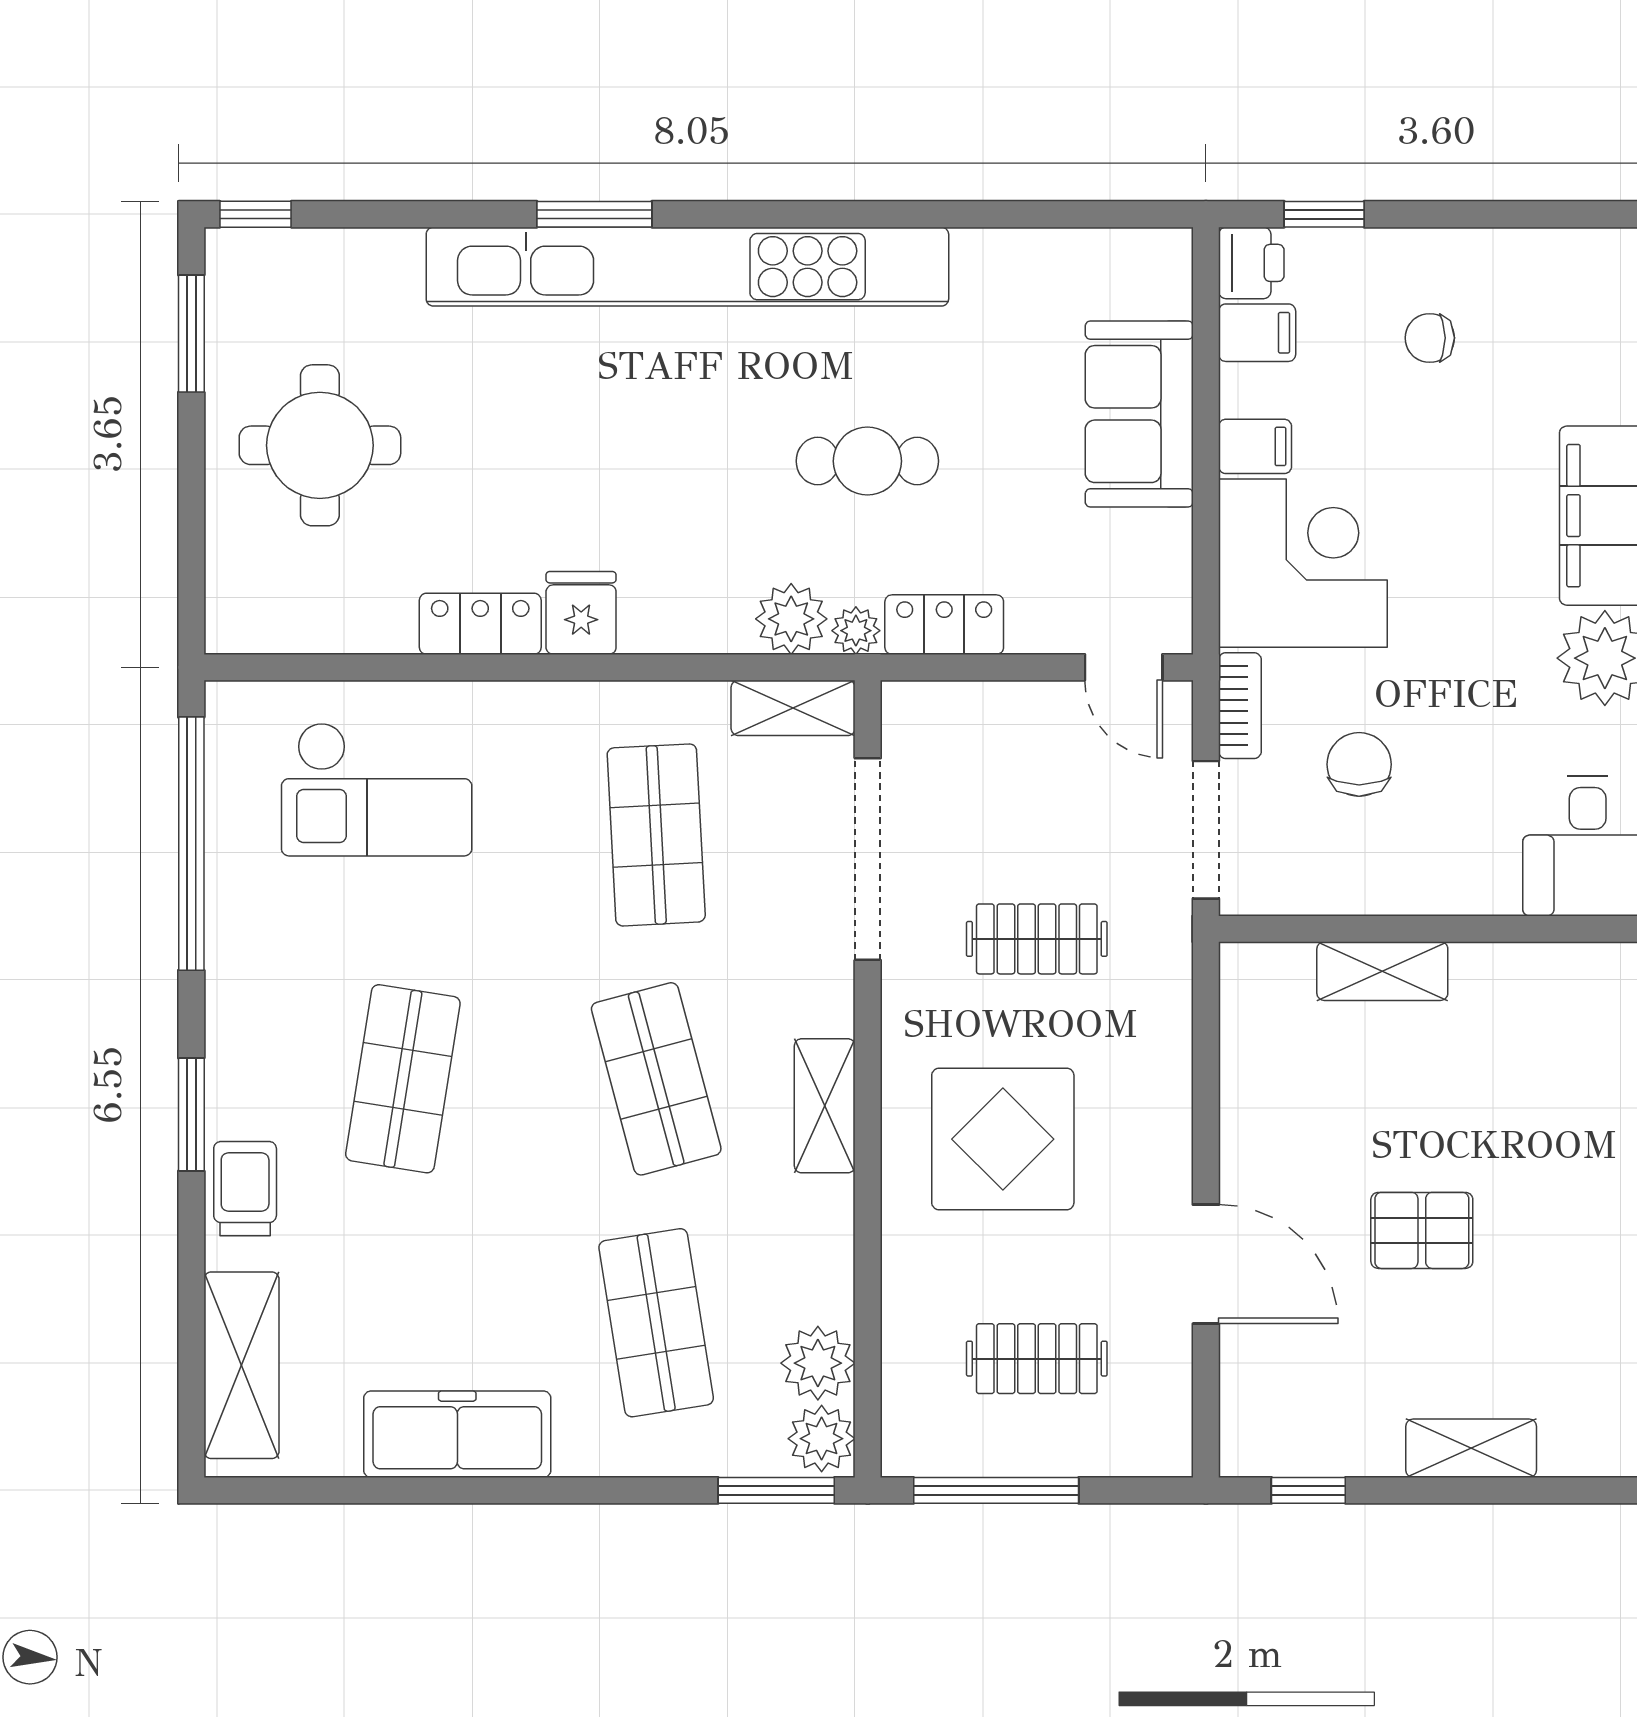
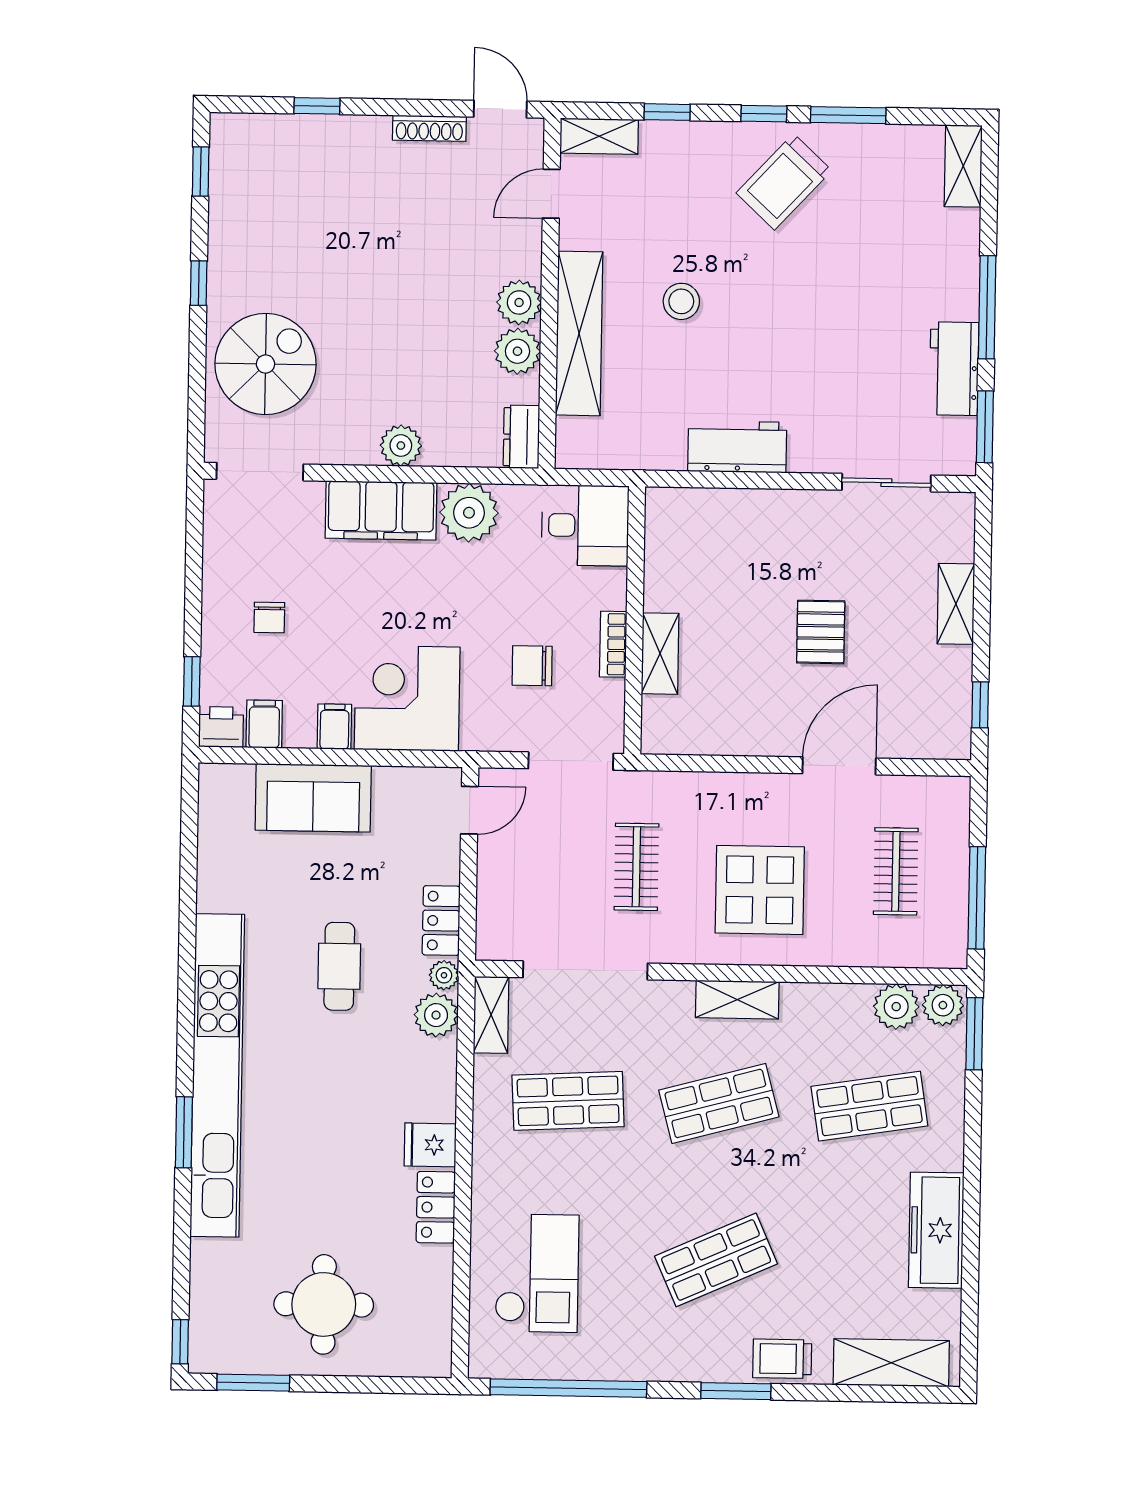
bookcase: (1240, 706) -> (613, 644), moved, turned -90
shop shelf: (403, 1079) -> (716, 1260), turned -33

